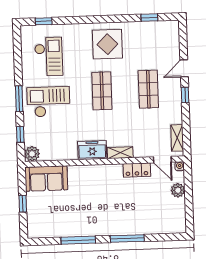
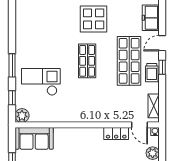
checkout: (49, 57) -> (40, 28), removed
shop shelf: (148, 89) -> (129, 61), width x1.43, depth x1.36
trolley: (174, 101) -> (152, 73), added
checkout: (48, 102) -> (41, 82), moved
freezer: (92, 150) -> (151, 18), moved, turned -90
shelving: (120, 153) -> (102, 117), removed

